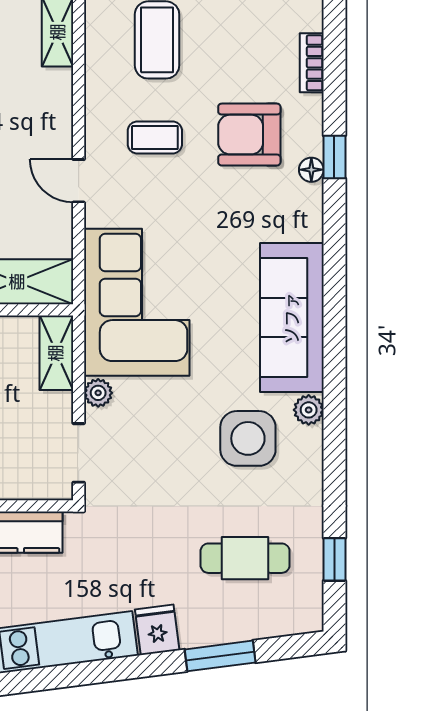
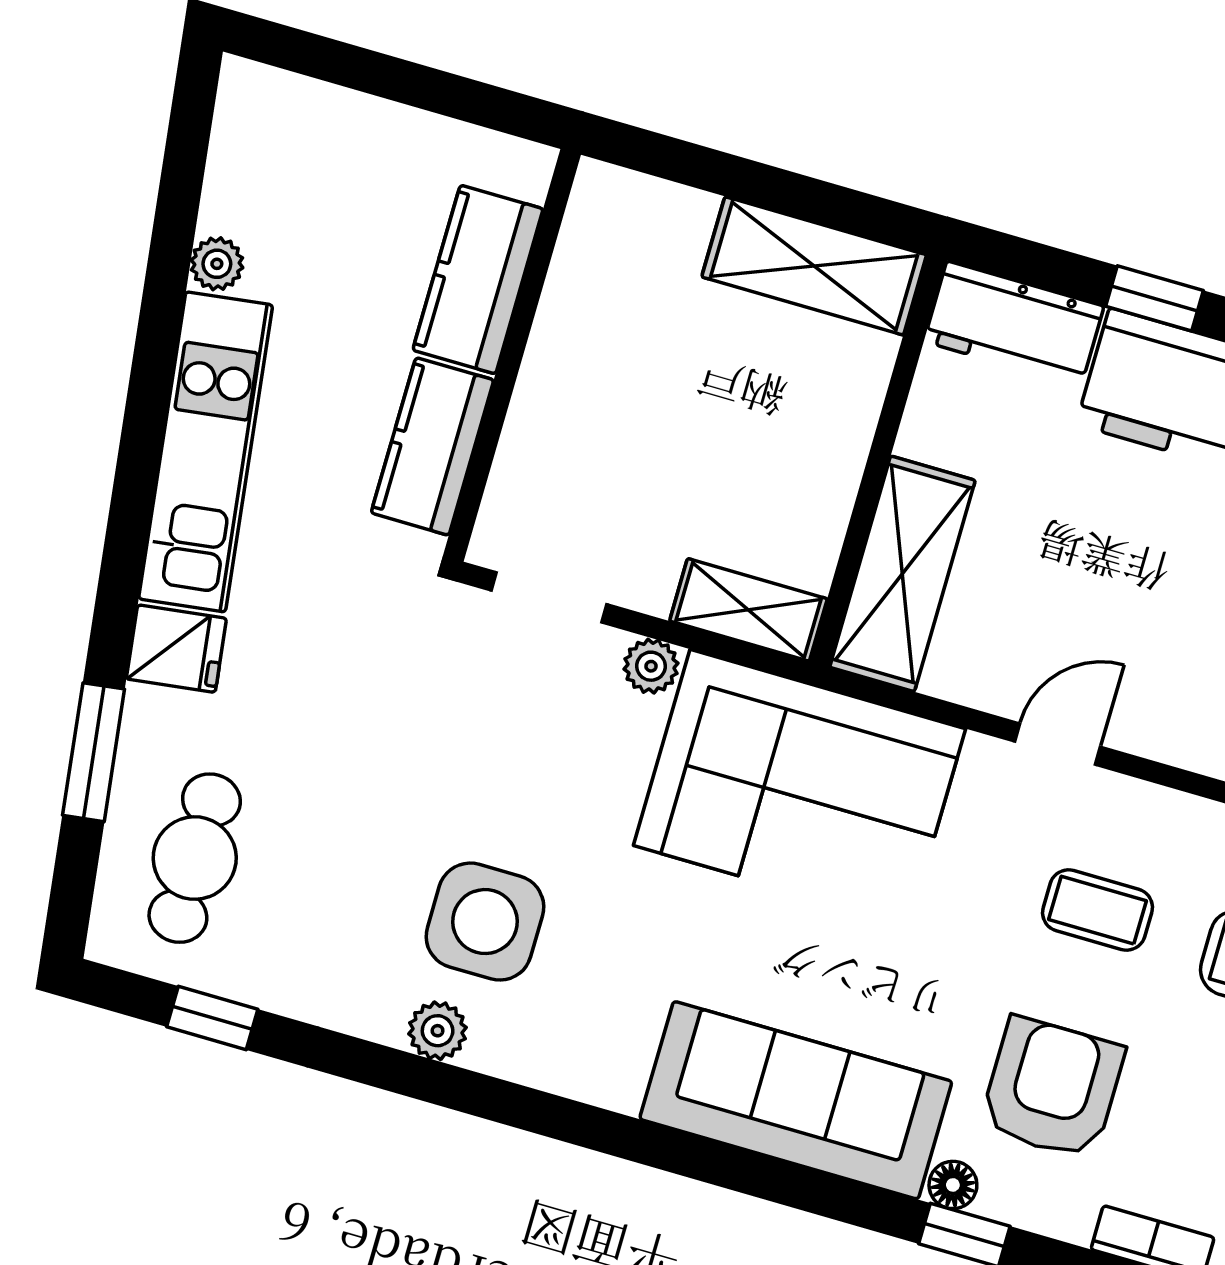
coffee table: (155, 138) -> (1098, 910), turned 90
sofa: (292, 318) -> (796, 1100), moved
plant: (309, 410) -> (438, 1031), moved
cafe table: (245, 558) -> (195, 858), moved

